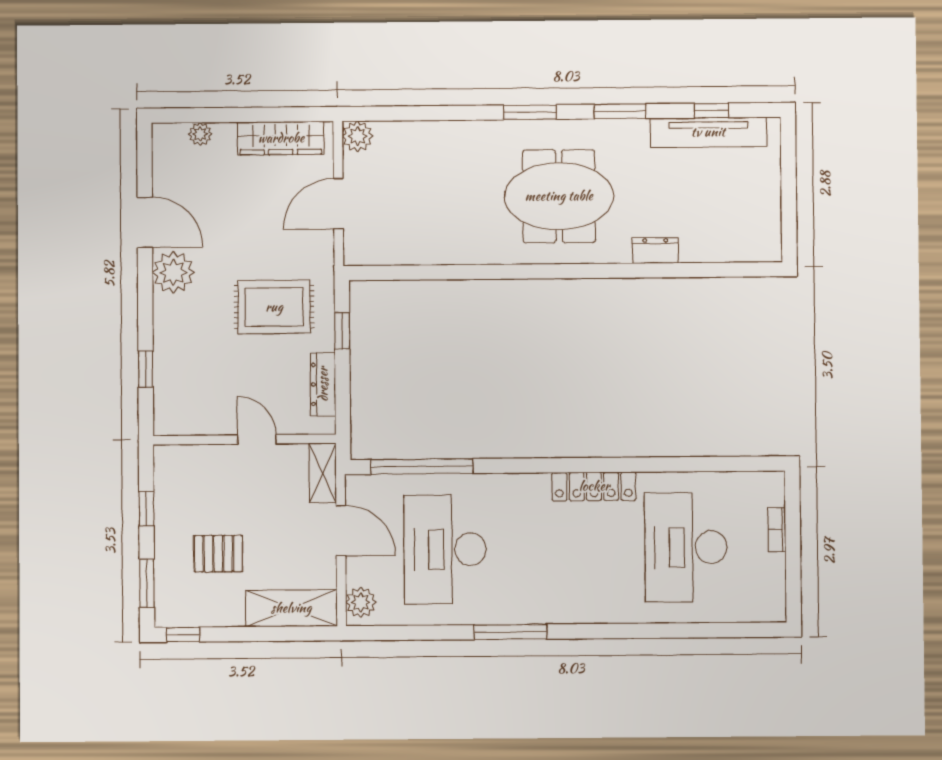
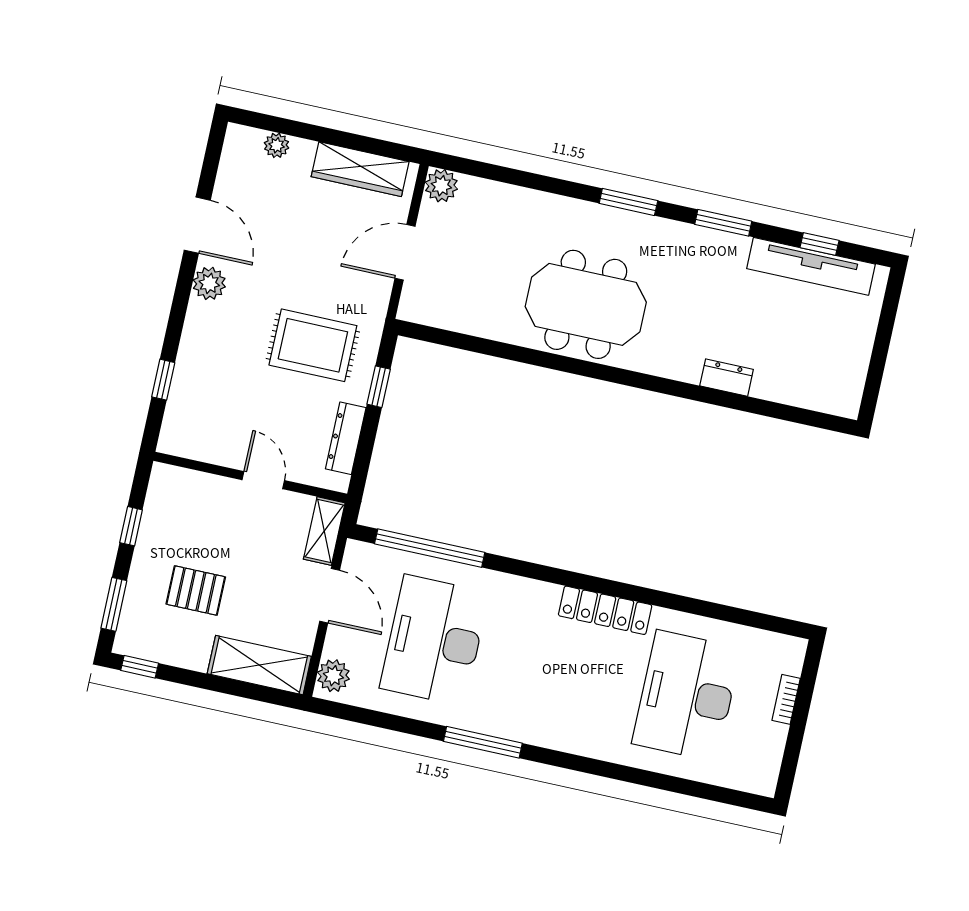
meeting table: (559, 196) -> (586, 304), moved
plant: (173, 272) -> (209, 283), width x0.73, depth x0.73

